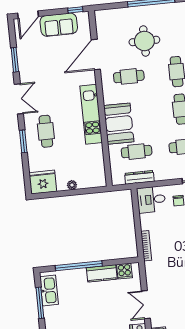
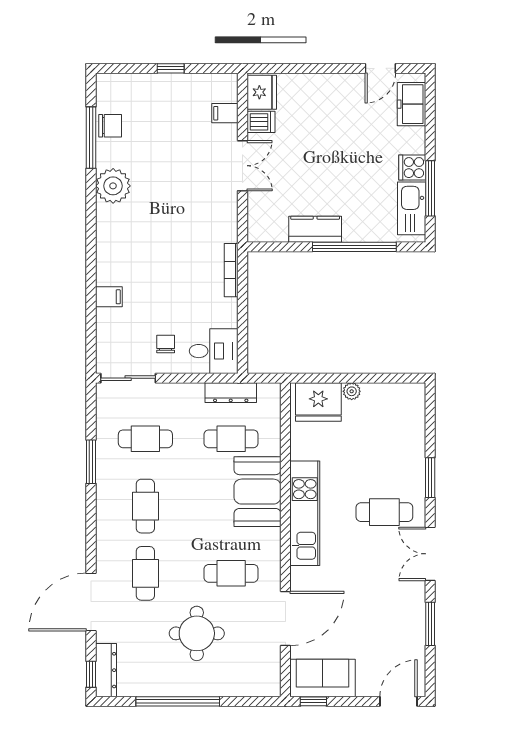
sofa: (59, 25) -> (322, 678), moved
cafe table: (46, 131) -> (384, 512), moved, turned 90
fridge: (43, 182) -> (318, 402), moved
cooker: (124, 271) -> (412, 168), moved, turned -90

